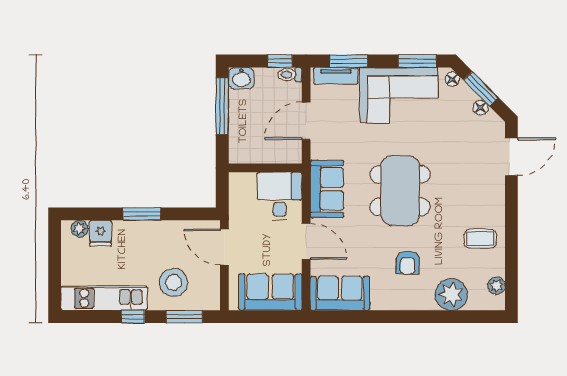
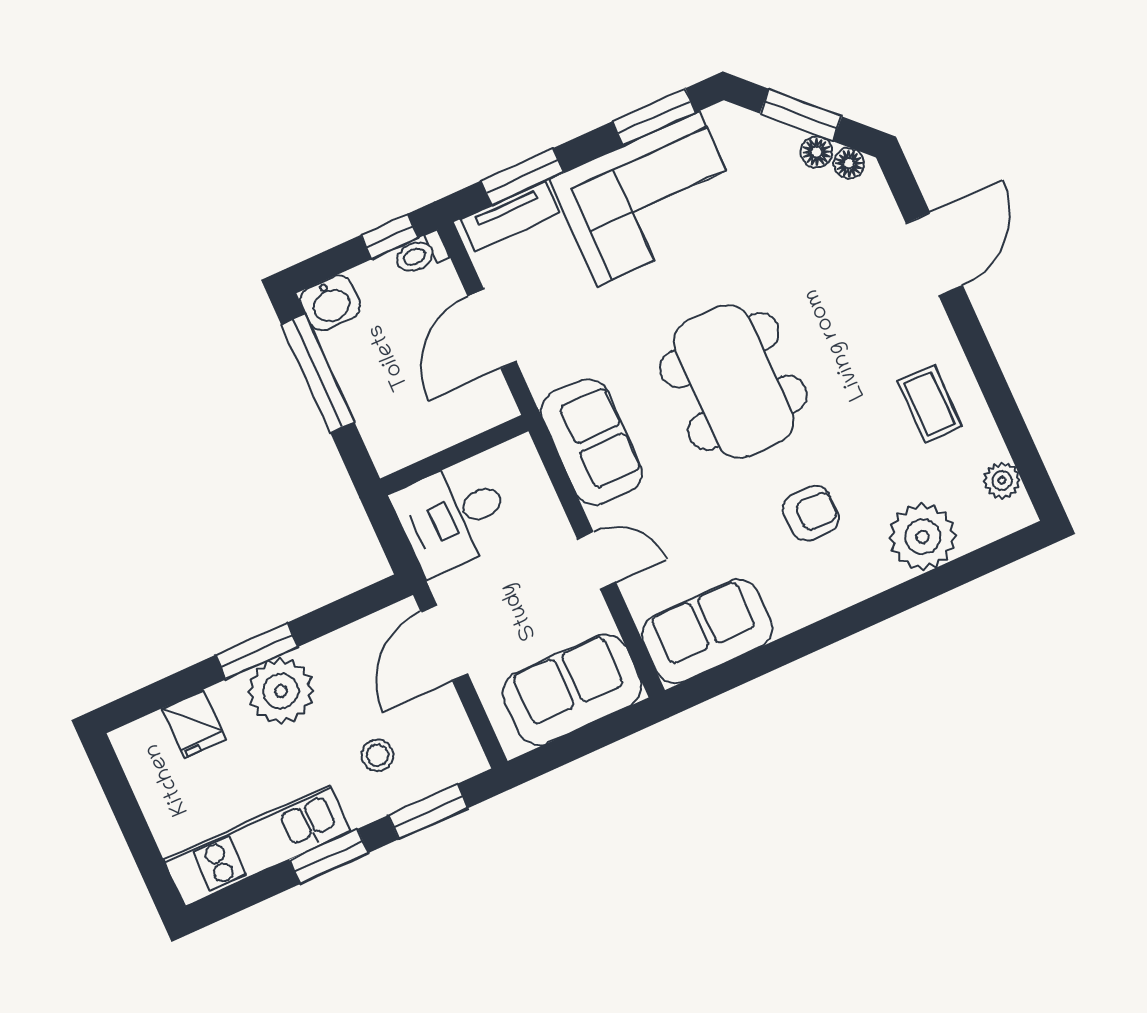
floor lamp: (452, 79) -> (849, 164), moved
door: (511, 157) -> (934, 254), moved
desk: (280, 196) -> (453, 517), moved, turned -90
plant: (80, 229) -> (281, 691), moved, width x1.87, depth x1.87
coffee table: (480, 238) -> (930, 404), turned 90
door: (306, 241) -> (597, 561), width x0.73
door: (224, 247) -> (444, 643), hinge flipped
armchair: (408, 263) -> (811, 513), turned -90
stool: (174, 282) -> (377, 755), width x0.53, depth x0.53
window: (133, 317) -> (329, 856), width x1.50

